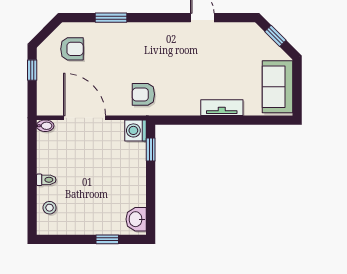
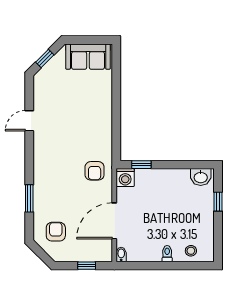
window: (32, 70) -> (87, 266), moved
tv unit: (222, 108) -> (106, 104), removed

